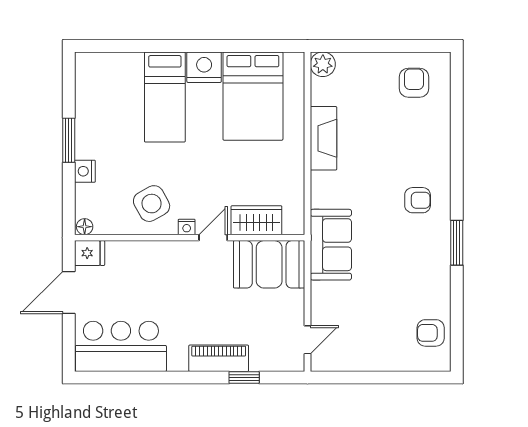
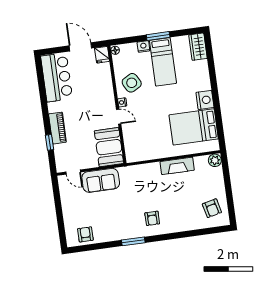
armchair: (414, 83) -> (212, 208), turned 77
bed: (165, 97) -> (163, 62), moved, turned -90
wardrobe: (256, 220) -> (198, 47), moved, turned 180
sofa: (331, 245) -> (101, 180), moved

